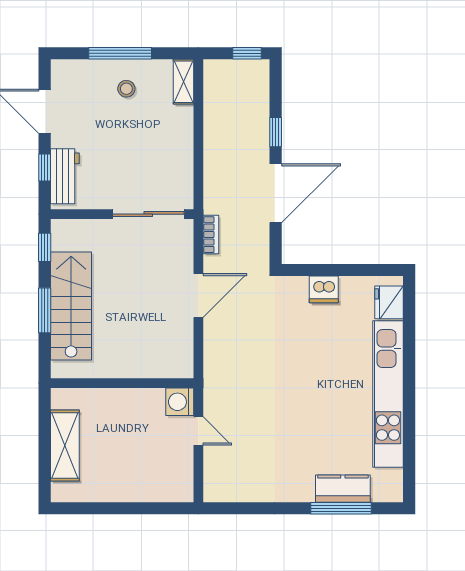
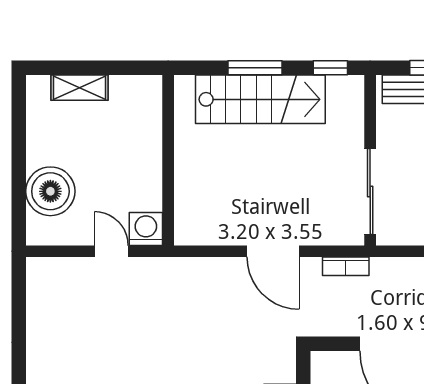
door: (198, 431) -> (111, 251), swing flipped
shelving: (65, 446) -> (80, 88), width x0.67, depth x0.75
boiler: (148, 482) -> (50, 191), added

